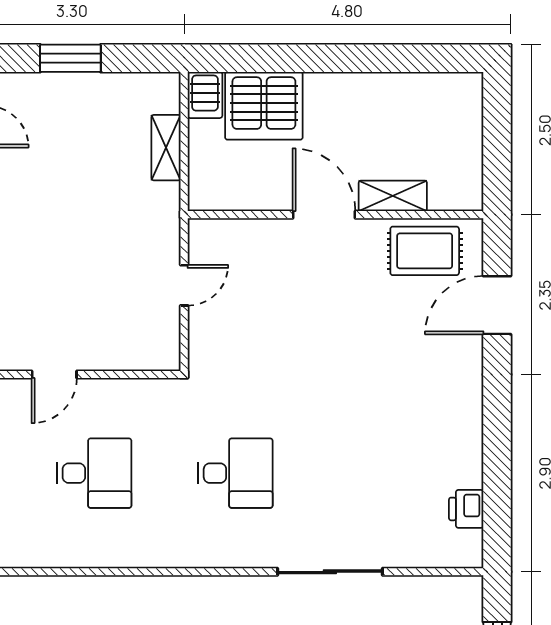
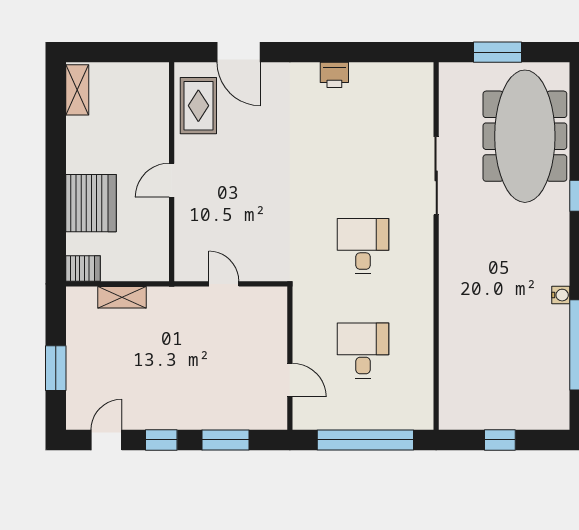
server rack: (264, 106) -> (91, 203), moved
shelving: (393, 196) -> (77, 90), moved
door: (324, 215) -> (172, 180), width x0.73
printer: (466, 509) -> (334, 75), moved

